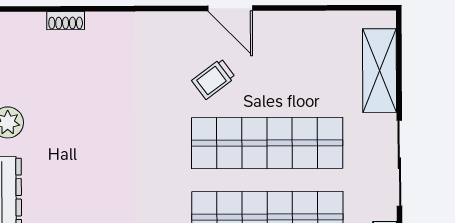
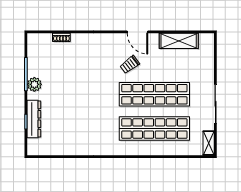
shelving: (380, 71) -> (179, 41), moved, turned 90

